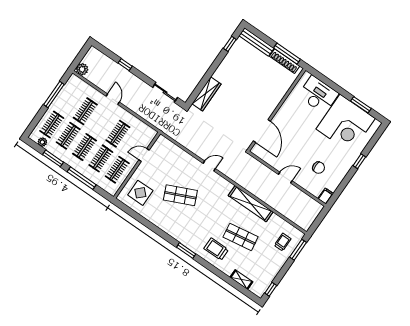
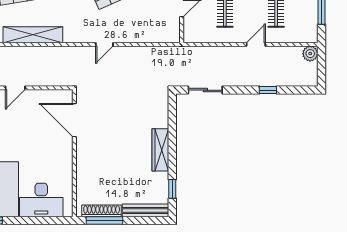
wardrobe: (206, 94) -> (160, 150), moved
door: (113, 99) -> (256, 44), swing flipped

